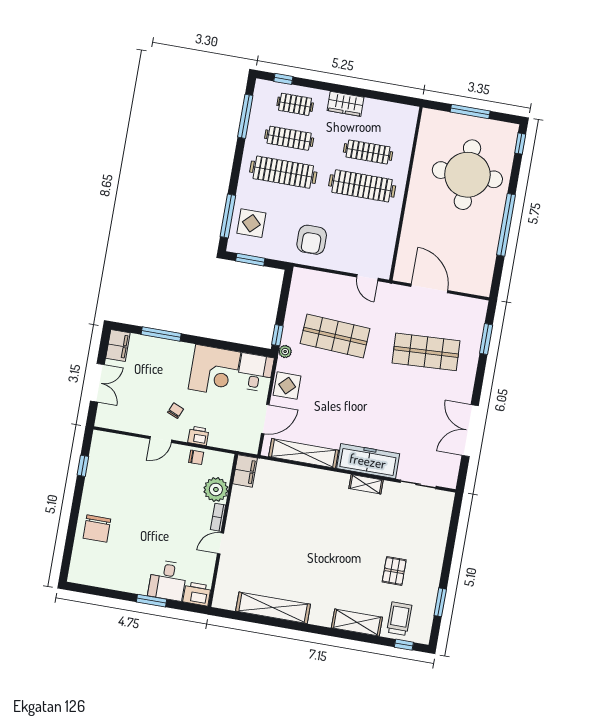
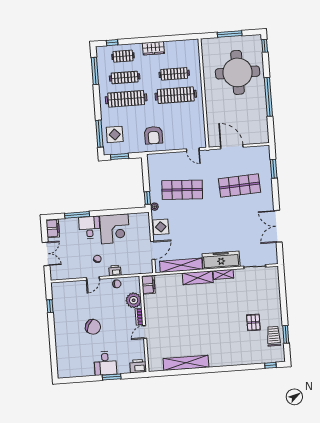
desk: (255, 372) -> (89, 227), moved
chair: (97, 529) -> (93, 327), moved, turned -61
desk: (168, 580) -> (105, 363), moved
trolley: (399, 619) -> (274, 336), moved
shelving: (357, 623) -> (198, 278), moved

